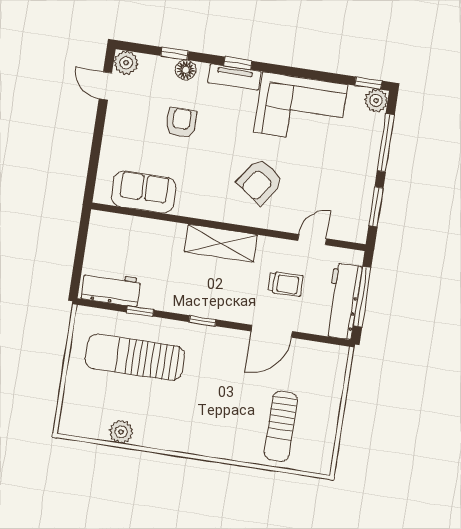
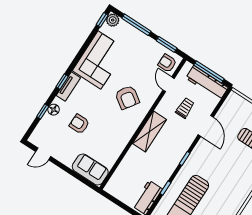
plant: (126, 63) -> (36, 138), removed
sofa: (144, 192) -> (90, 169), moved, turned 90
armchair: (346, 222) -> (167, 63), added

